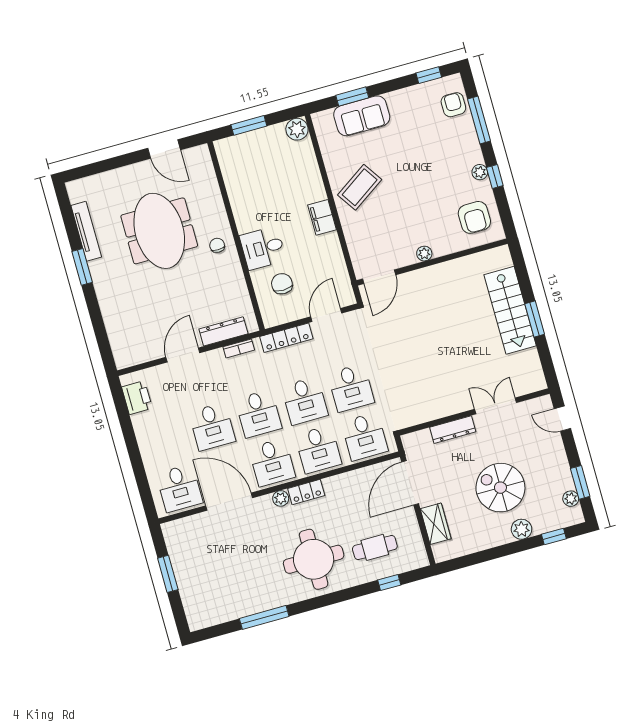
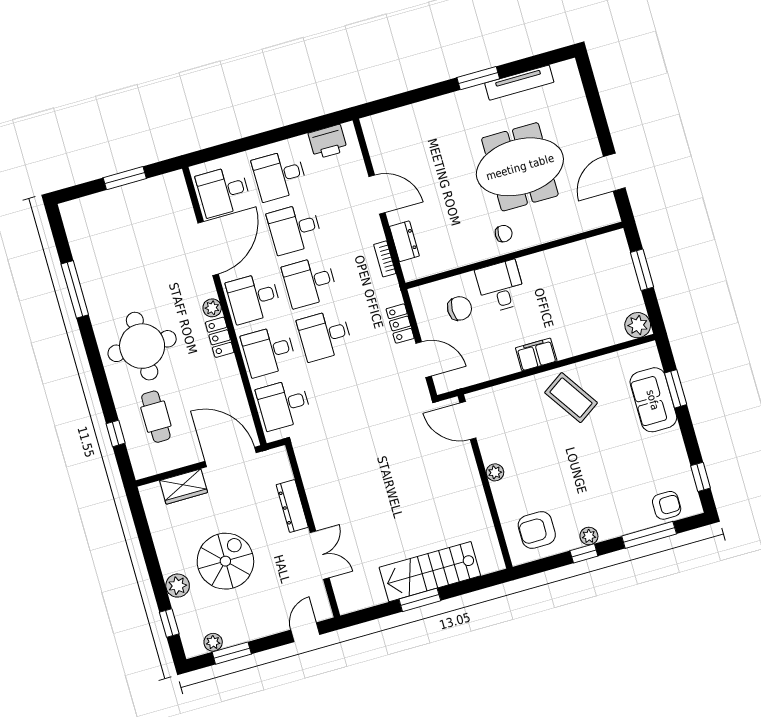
dresser: (223, 331) -> (404, 241), width x0.70
locker: (286, 338) -> (400, 324), width x0.66
desk: (351, 388) -> (279, 175), moved

